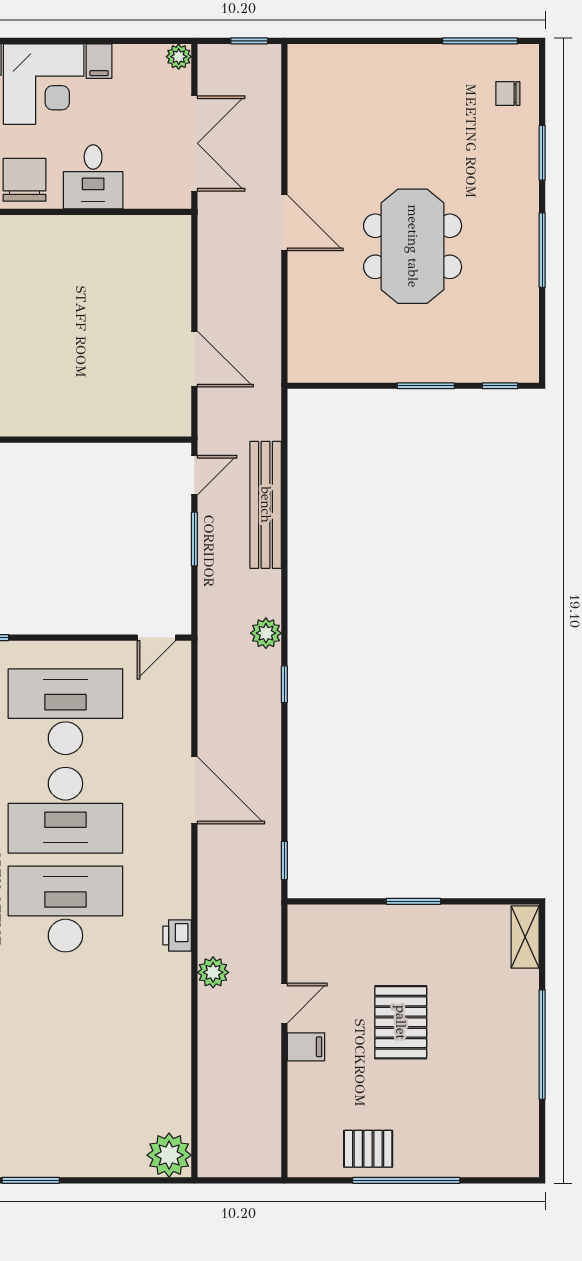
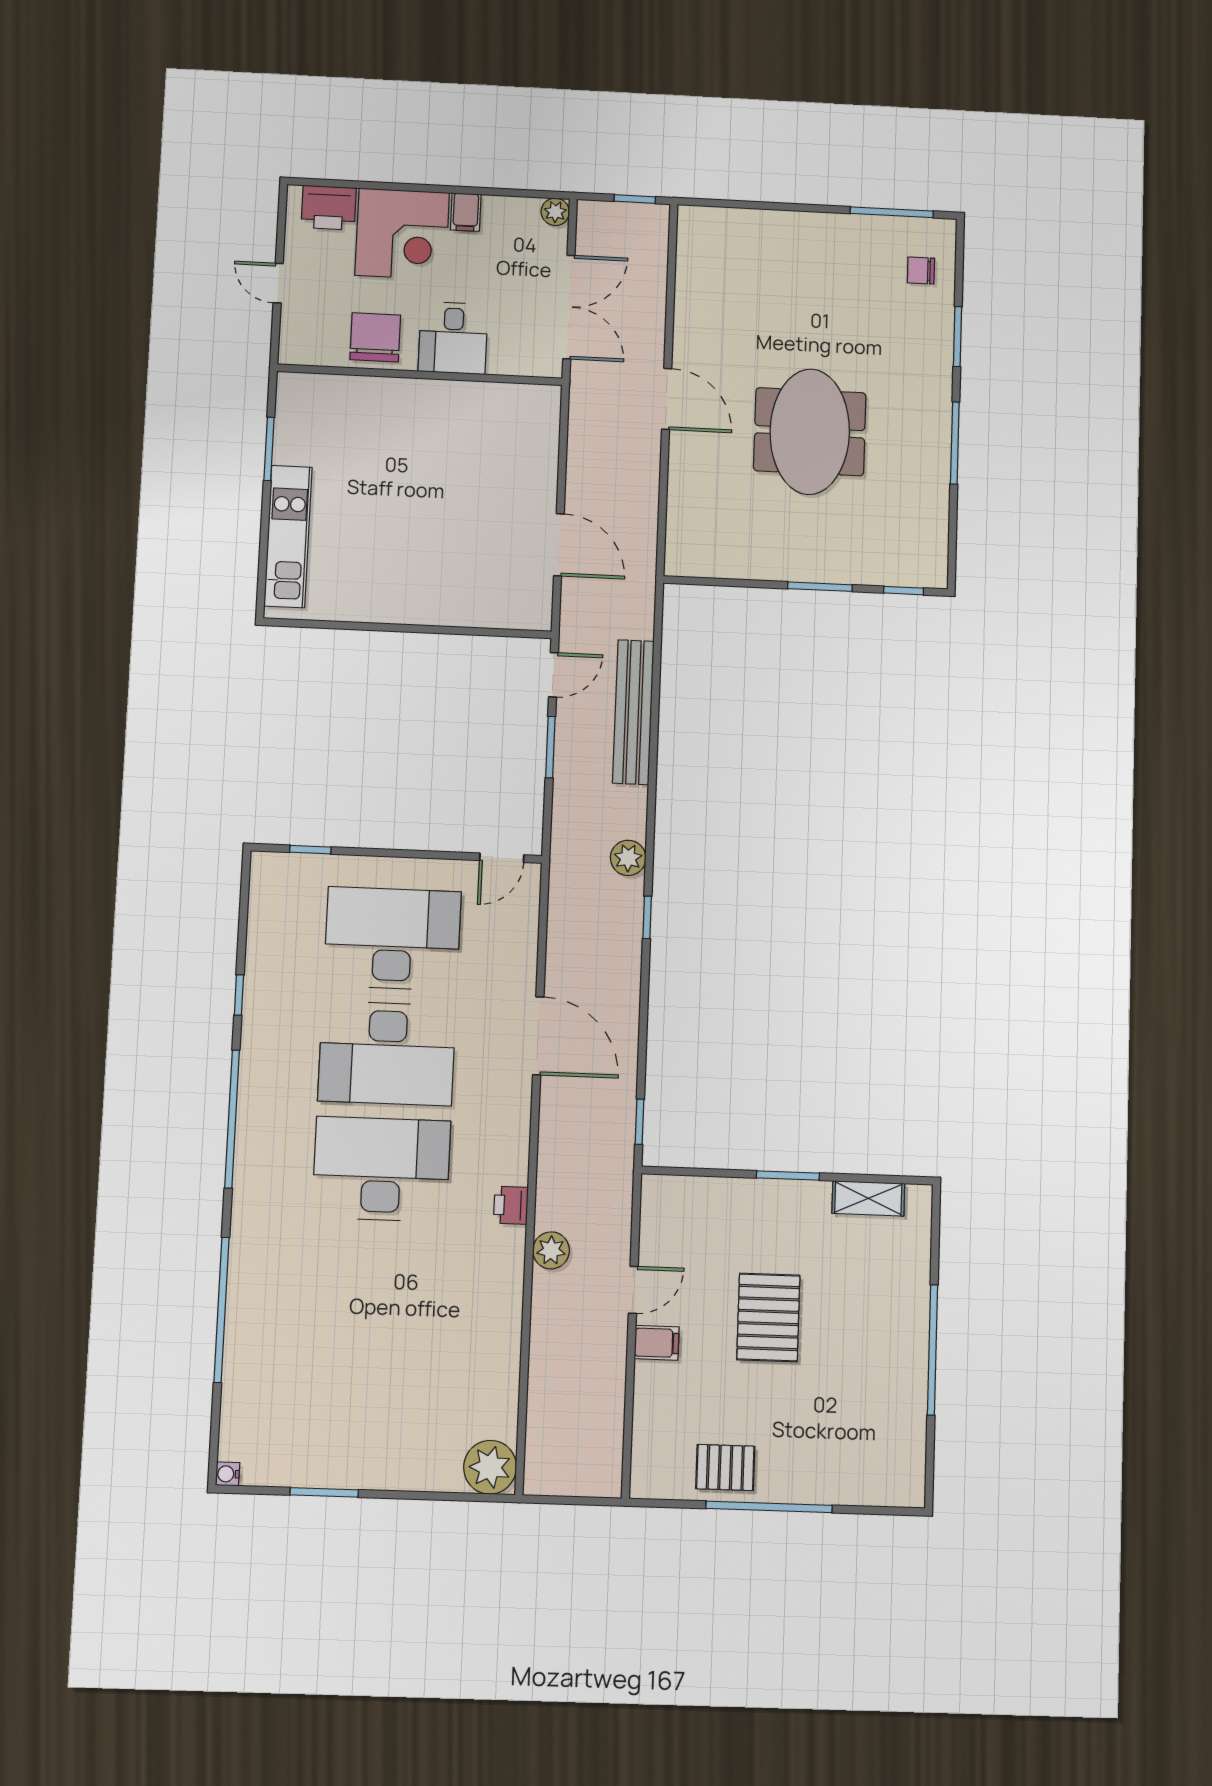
shelving: (525, 937) -> (868, 1198), moved, turned 90

